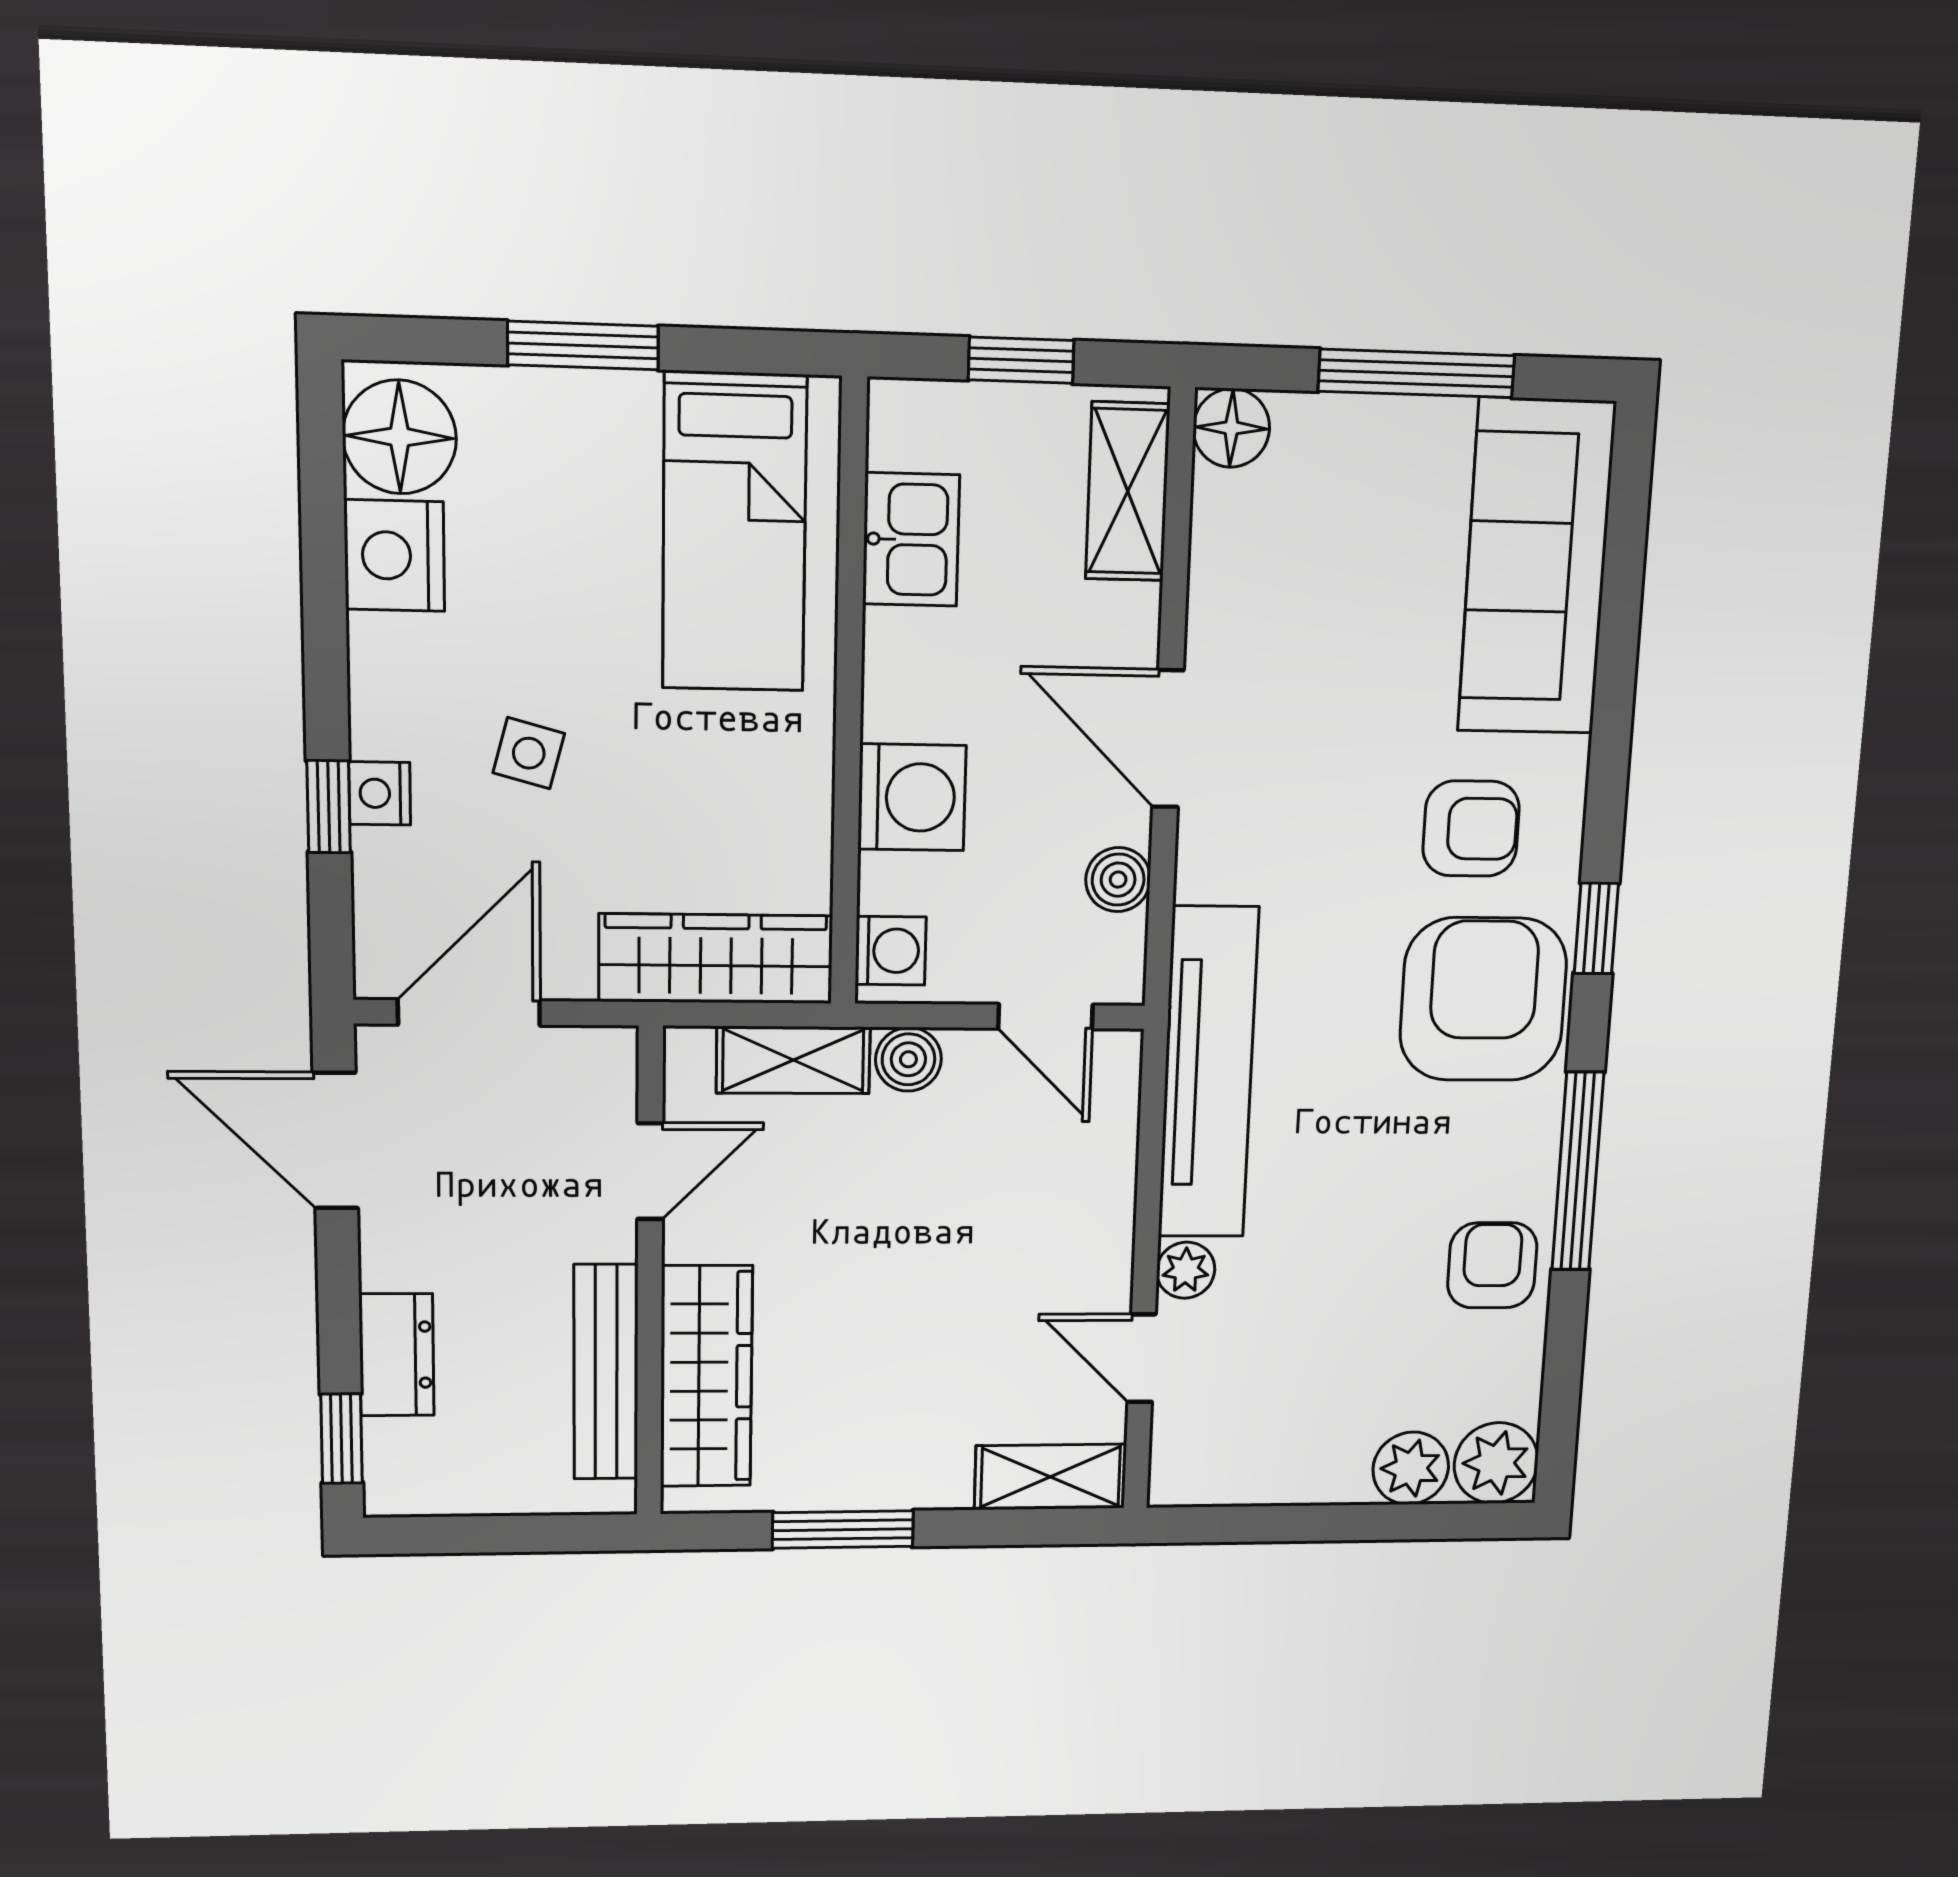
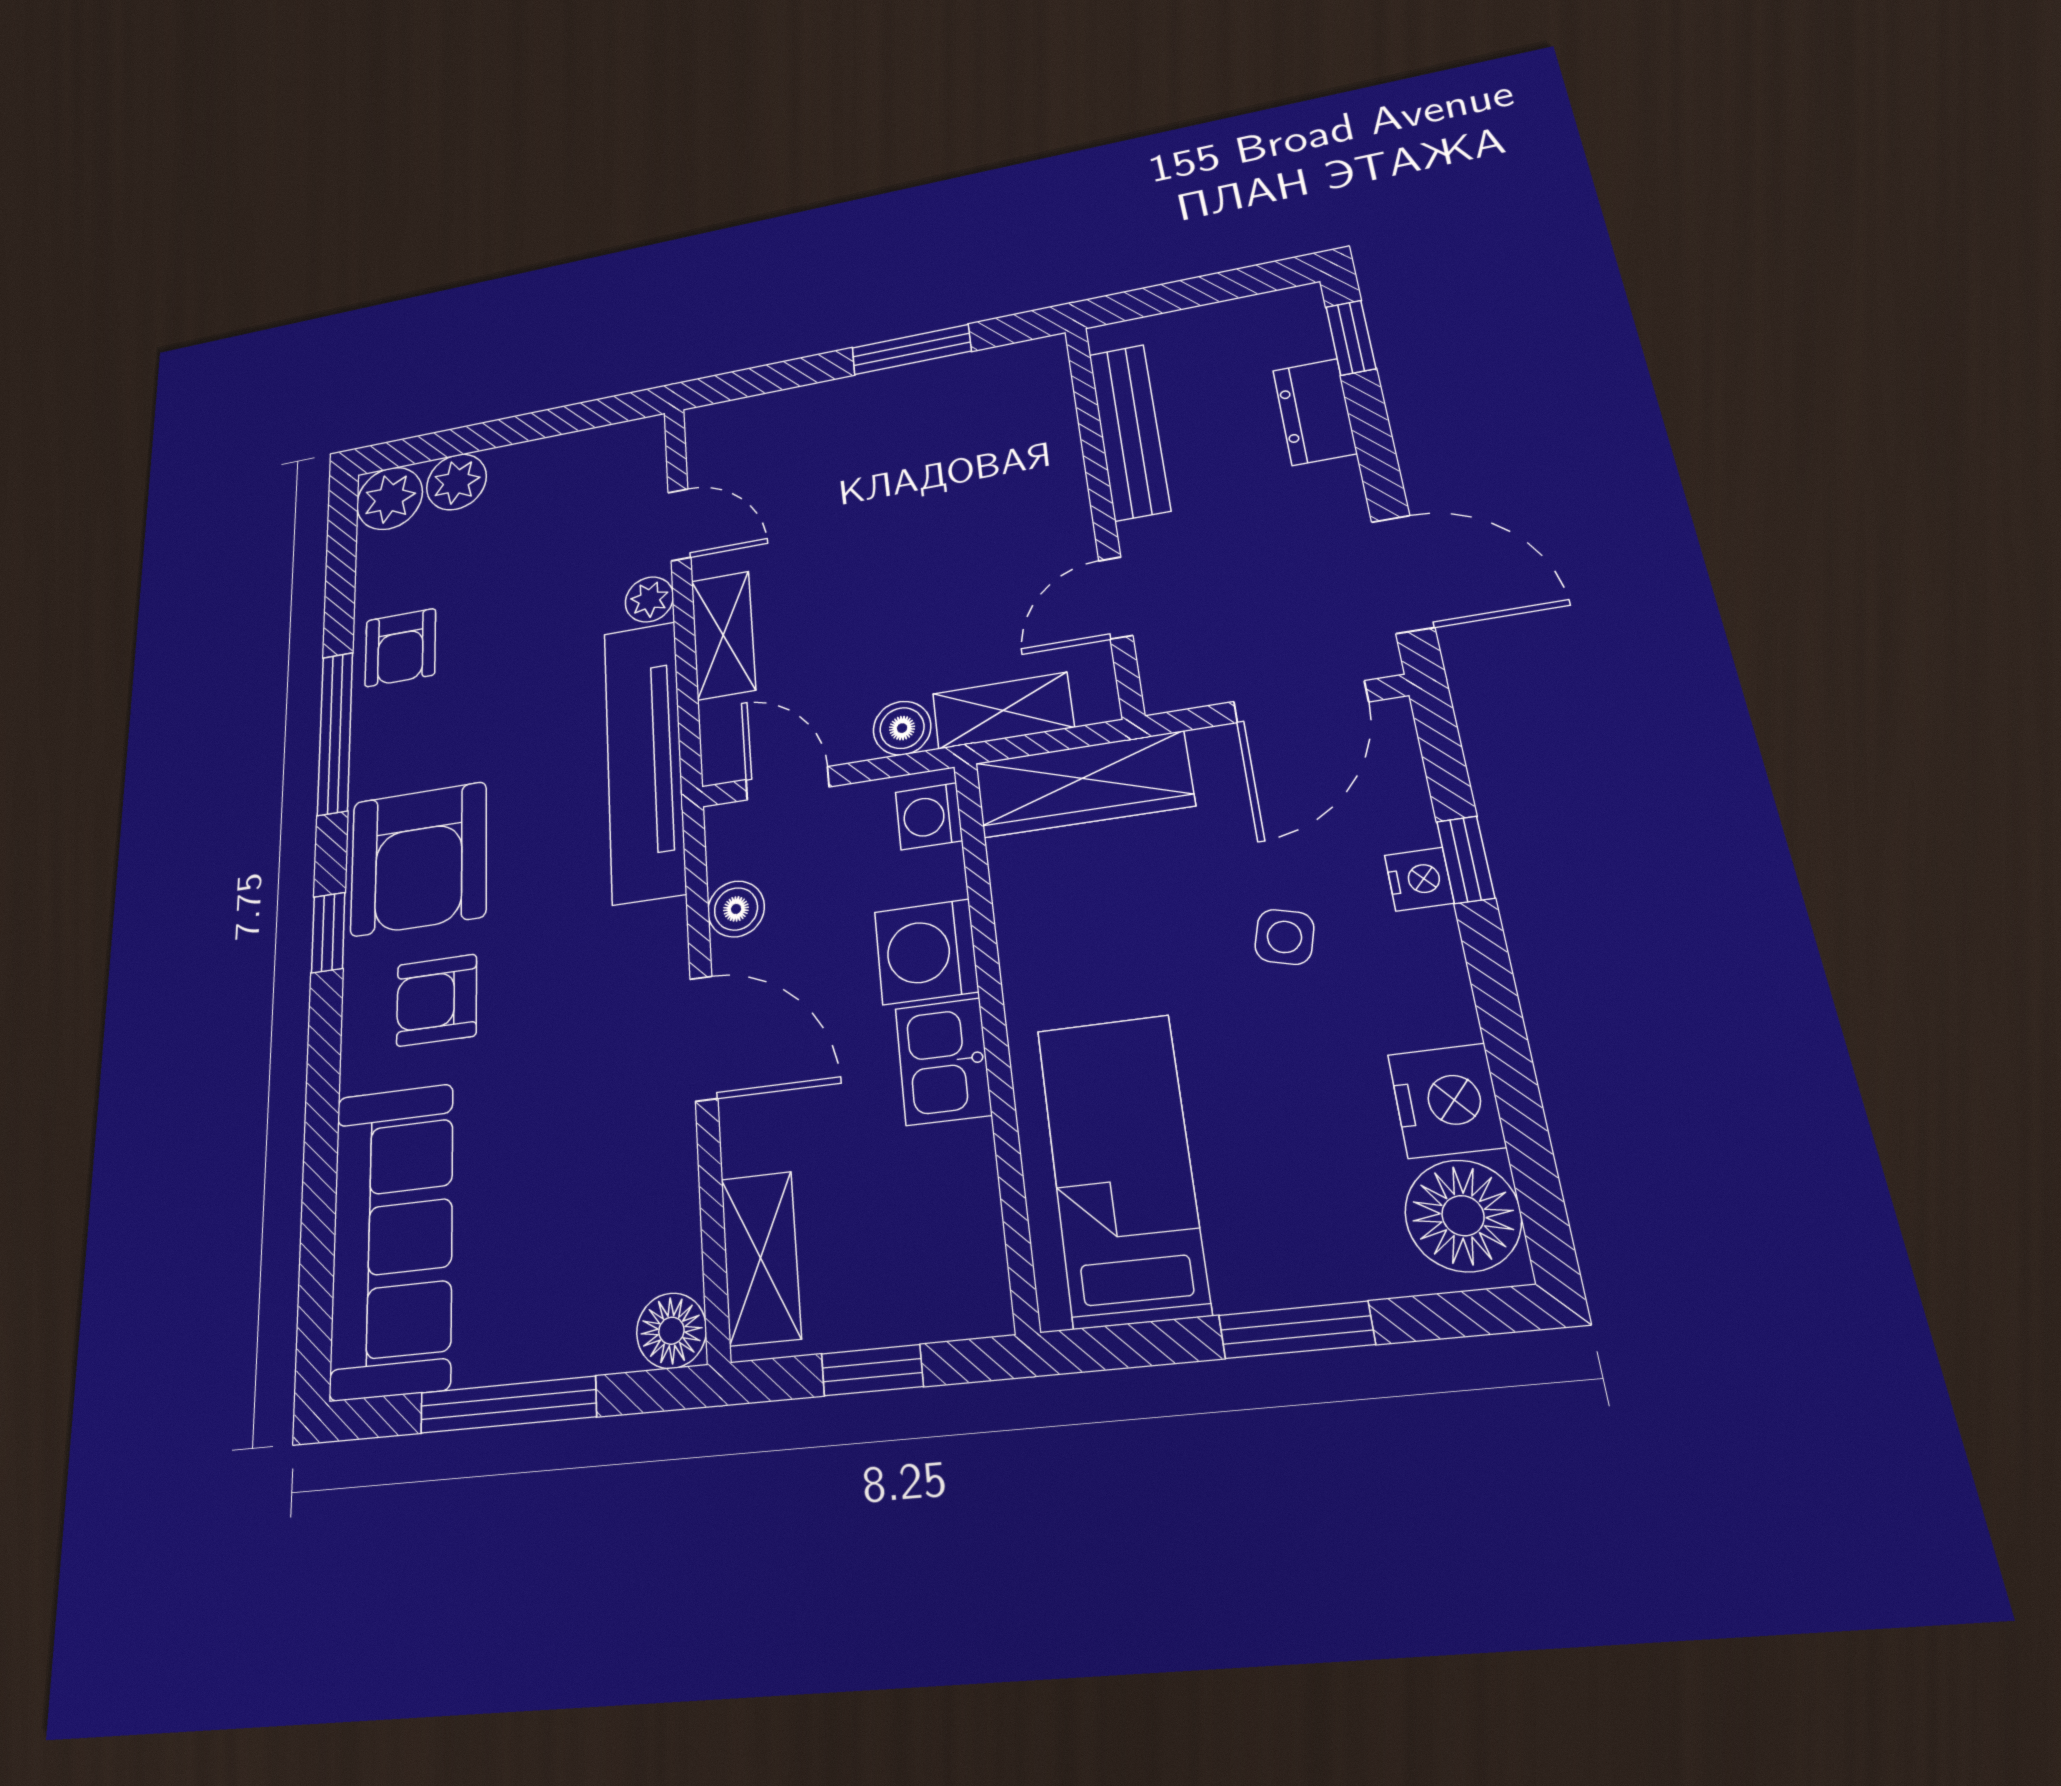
kitchen sink: (911, 540) -> (943, 1061), moved
wardrobe: (706, 1377) -> (1042, 444), removed
shelving: (1051, 1477) -> (723, 635), moved, turned 90

